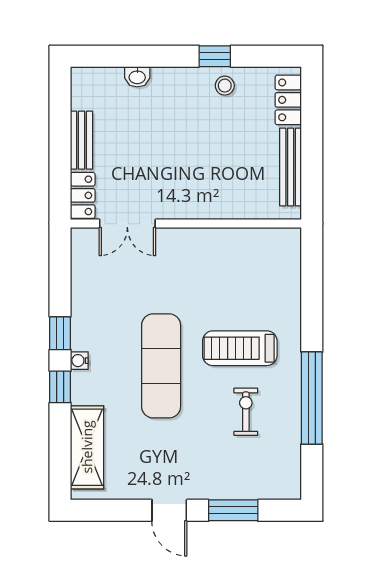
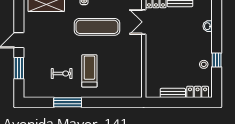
bench: (291, 167) -> (173, 93), width x0.73
exercise mat: (161, 366) -> (97, 27), moved
window: (312, 398) -> (68, 102), width x0.68

